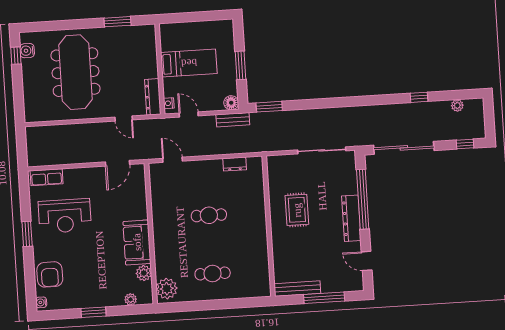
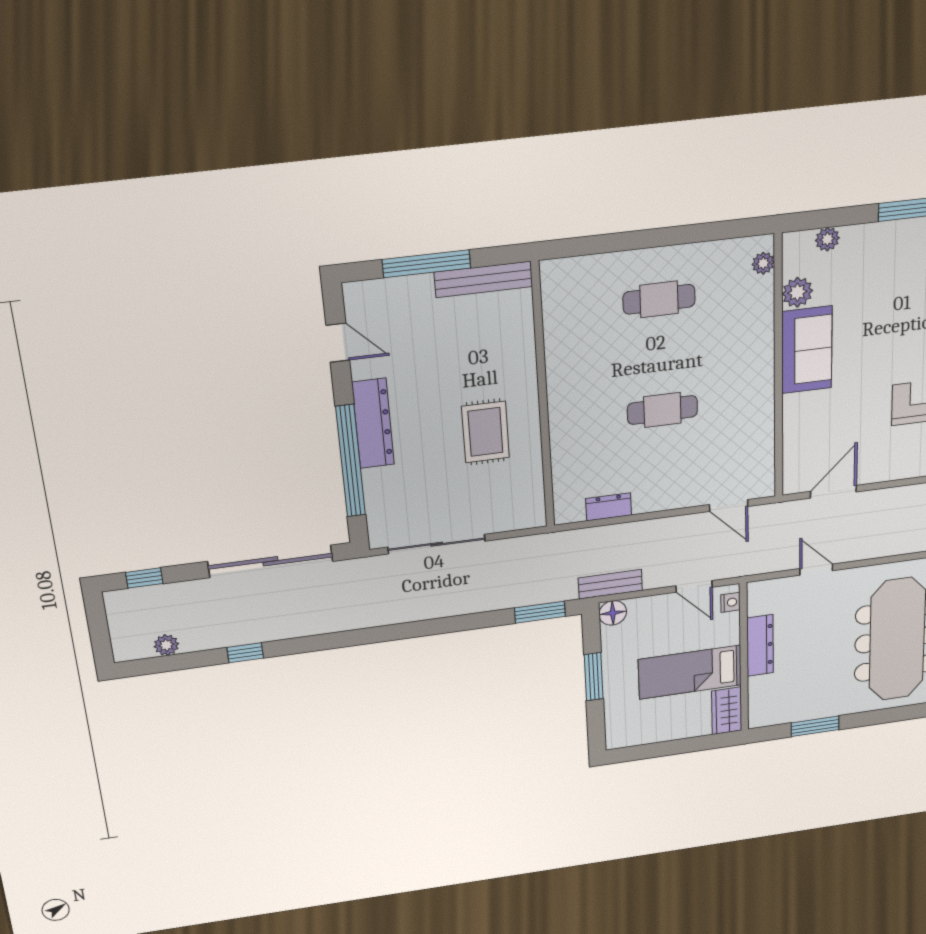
wardrobe: (168, 37) -> (727, 711), added
dresser: (153, 97) -> (760, 645), moved
plant: (167, 289) -> (763, 263), width x0.53, depth x0.53

